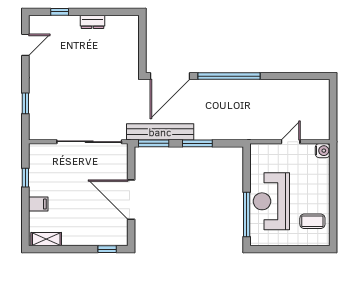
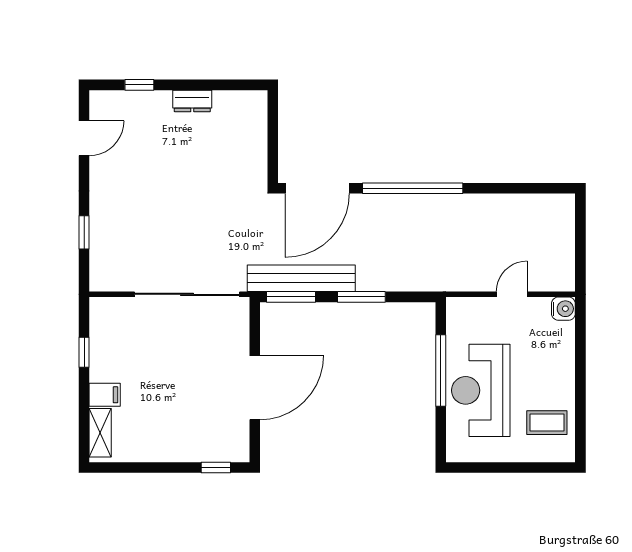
door: (131, 200) -> (255, 388), swing flipped
window: (247, 214) -> (441, 370), moved
shelving: (46, 239) -> (100, 433), moved, turned 90

